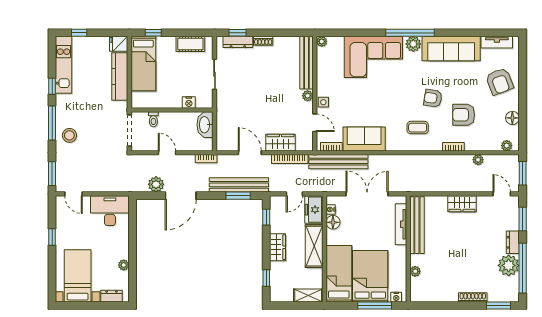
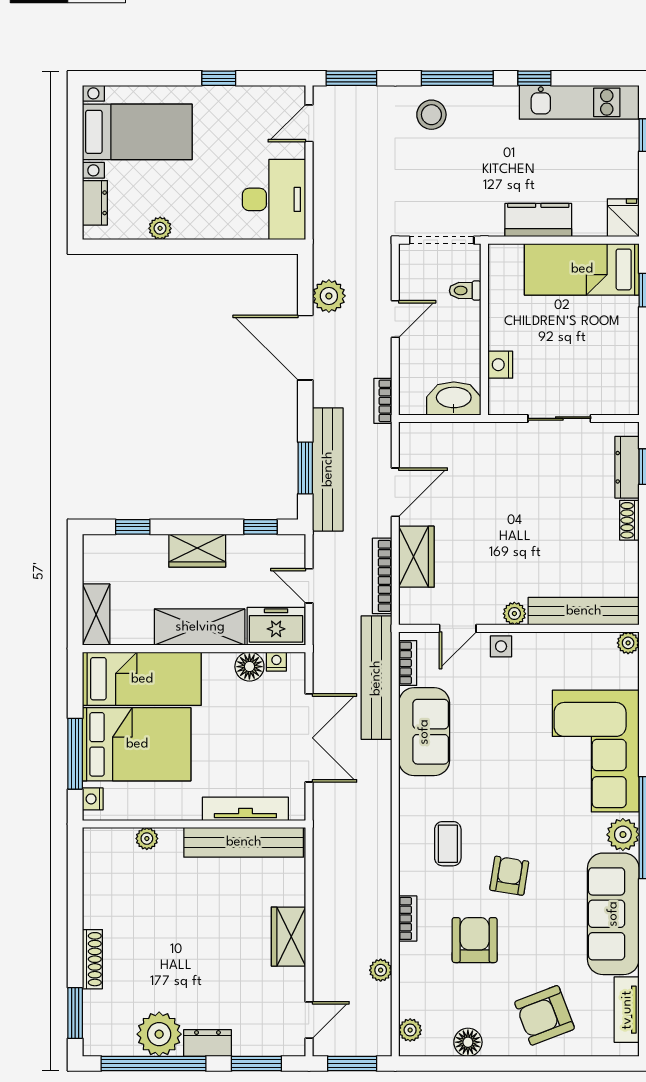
cot: (190, 44) -> (623, 368), removed
kitchen counter: (120, 76) -> (538, 220), width x0.67

